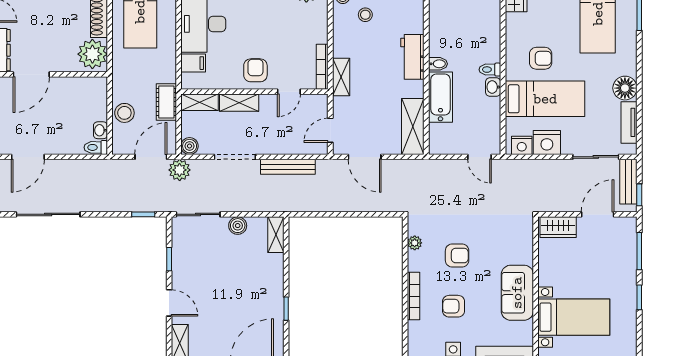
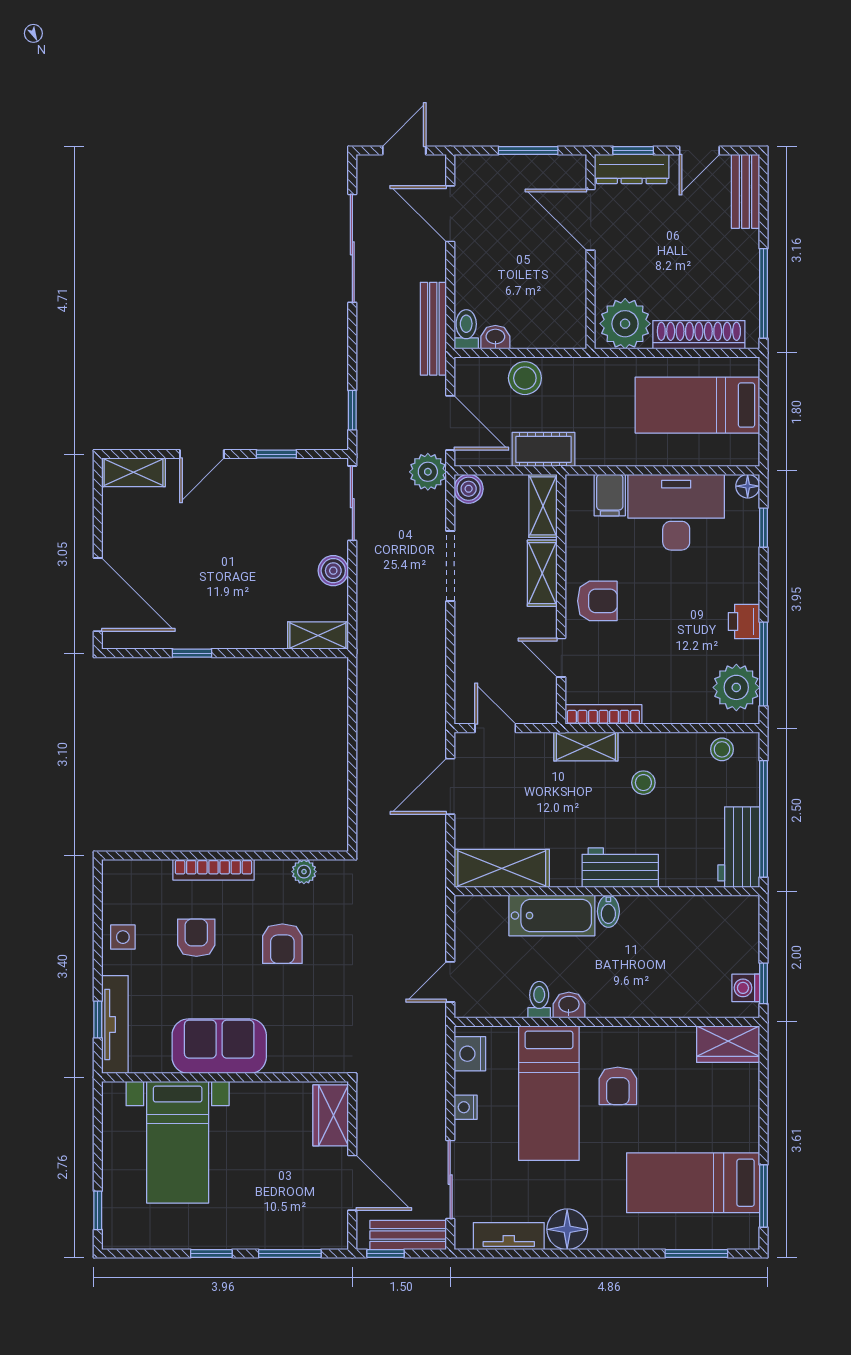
stool: (365, 15) -> (643, 783), moved
toilet: (490, 70) -> (539, 1000), moved
nightstand: (547, 142) -> (466, 1107), width x0.53, depth x0.56
bench: (288, 167) -> (433, 329), moved

